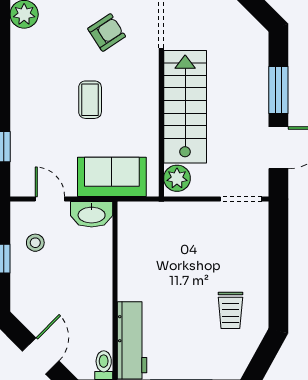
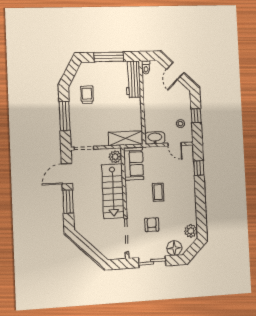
armchair: (107, 33) -> (152, 225), turned 123
sofa: (112, 177) -> (134, 164), moved, turned -90
shelving: (153, 216) -> (126, 138), added
window: (278, 268) -> (65, 116), added

